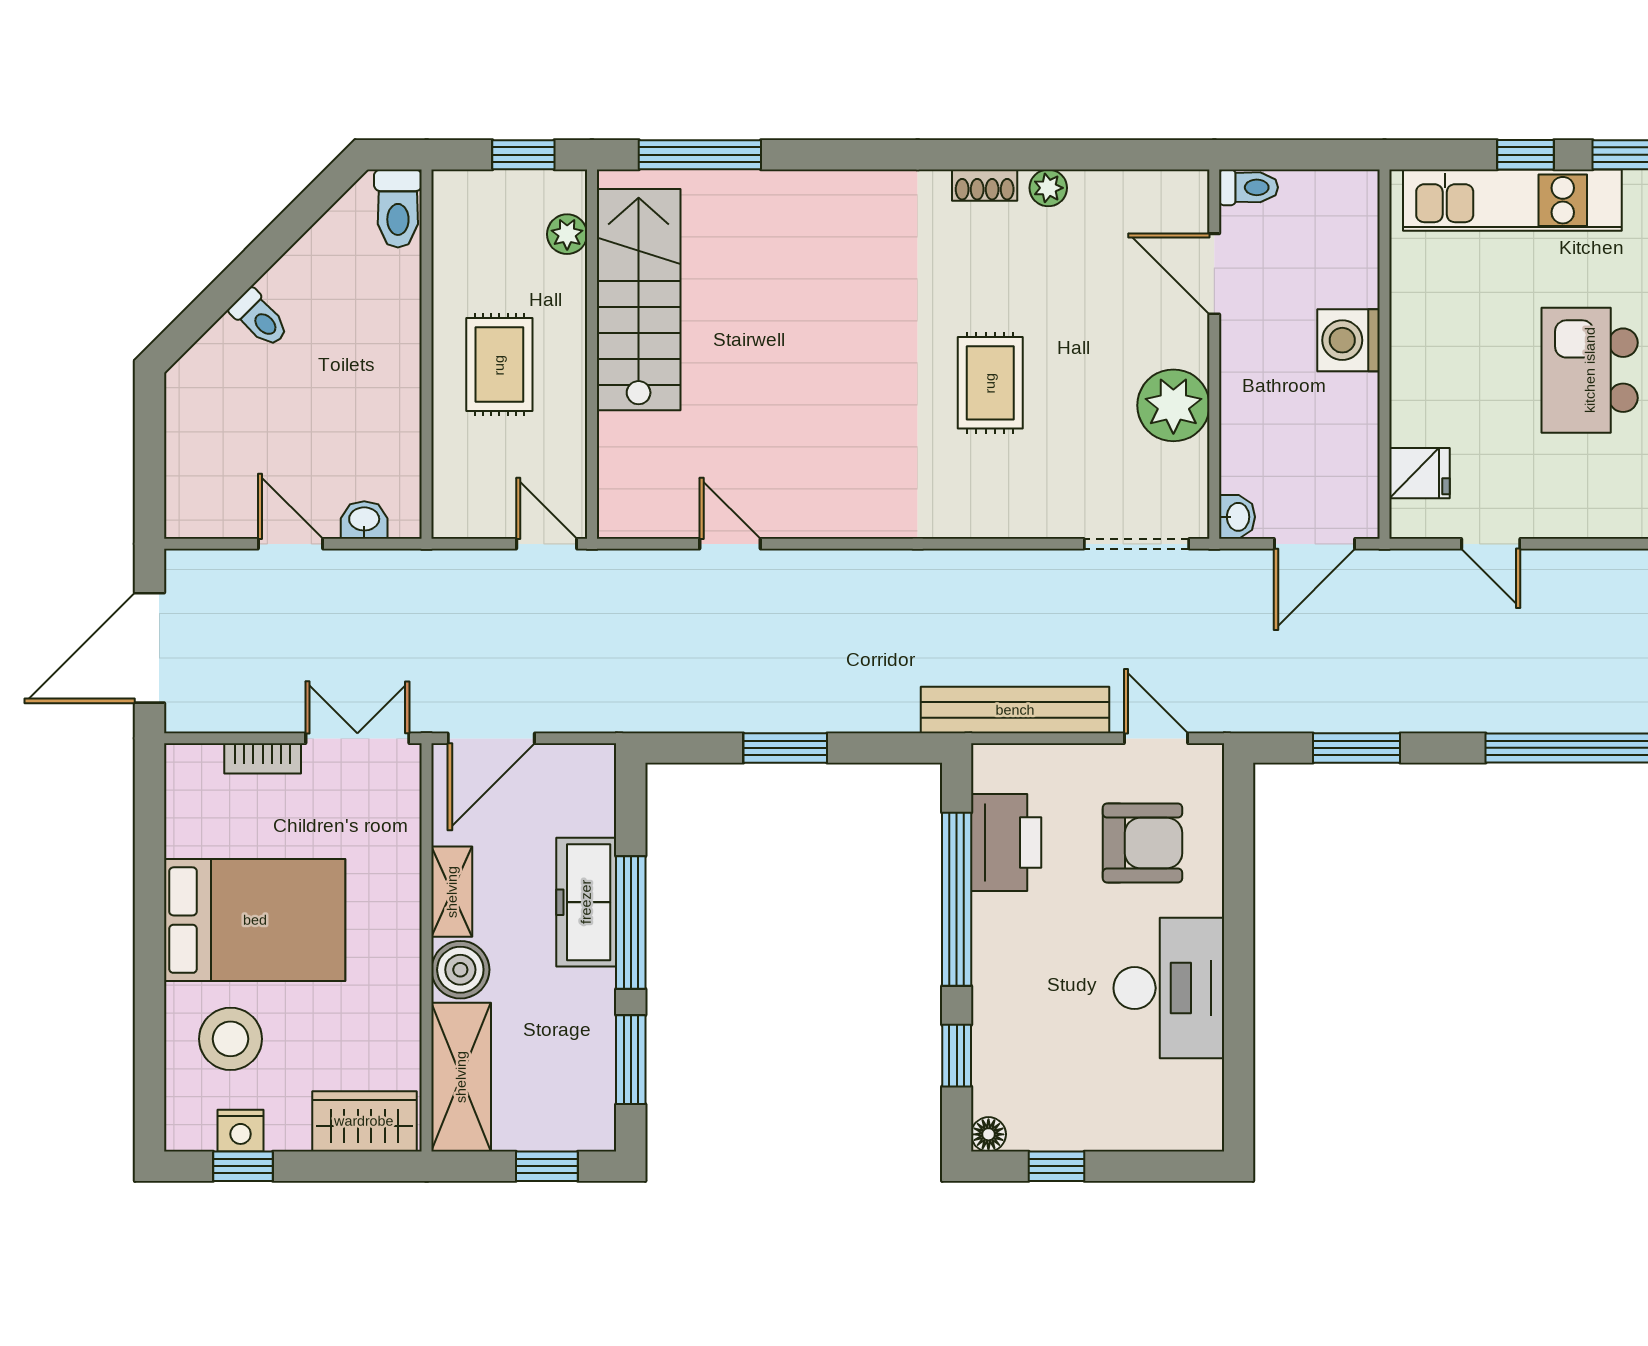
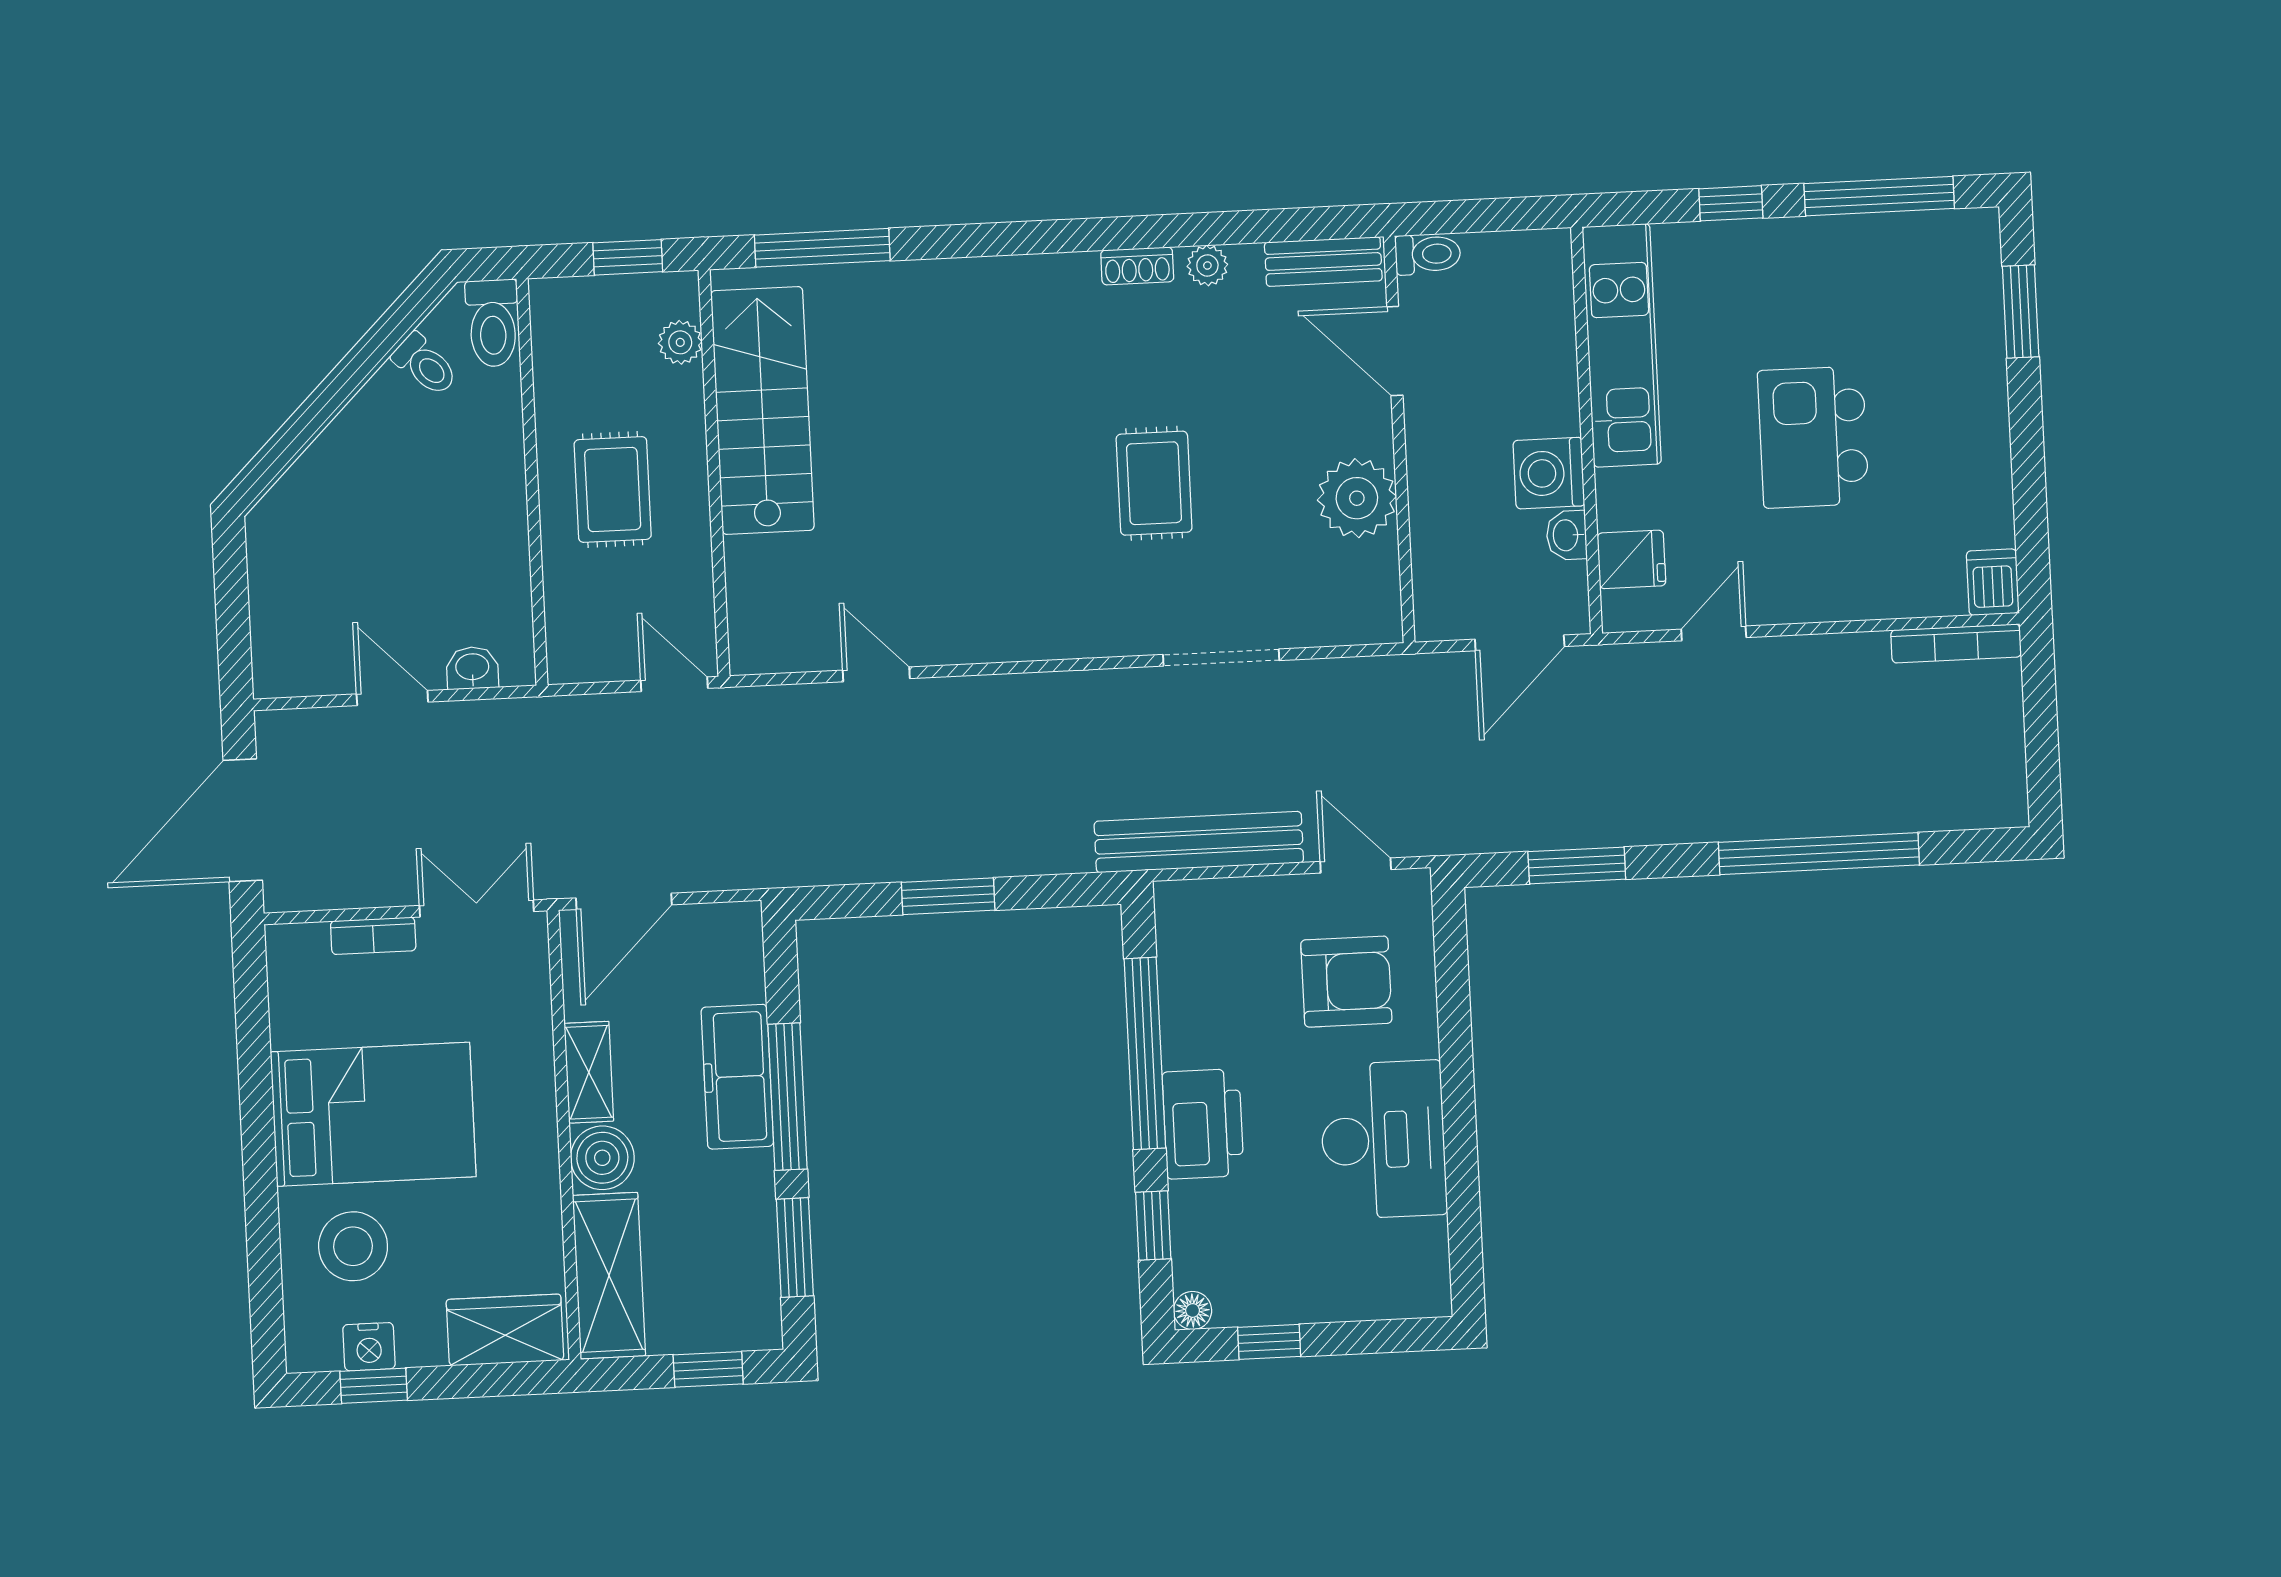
bench: (1153, 189) -> (1323, 262), added
kitchen unit: (1512, 200) -> (1622, 345), moved, turned -90
toilet: (260, 318) -> (425, 365), moved
washing machine: (1348, 340) -> (1549, 473), moved
washbasin: (1237, 517) -> (1567, 535), moved, turned 180
doorway: (1137, 544) -> (1221, 658), moved
door: (1491, 544) -> (1714, 633), swing flipped
printer: (1006, 842) -> (1203, 1124), moved

